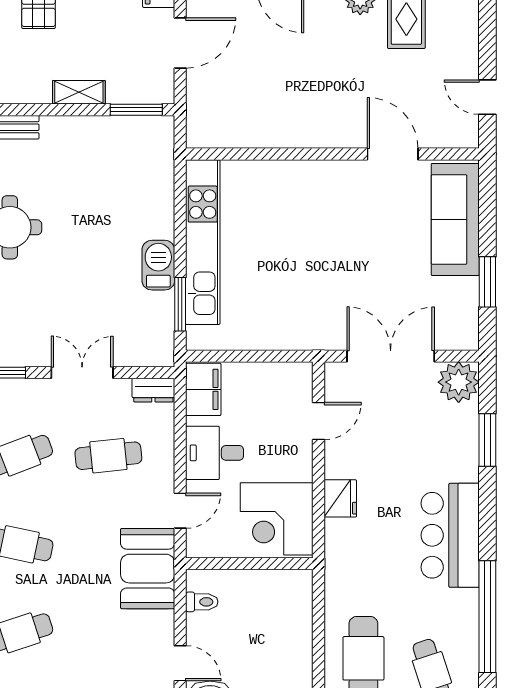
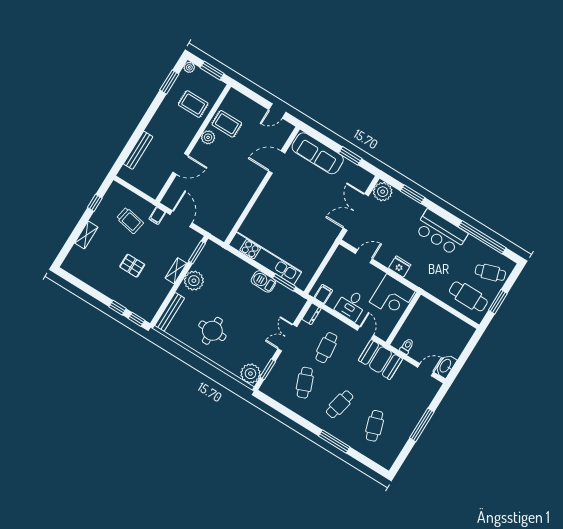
plant: (81, 136) -> (194, 281), added
filing cabinet: (203, 389) -> (323, 294), width x0.50
door: (319, 421) -> (364, 256), hinge flipped

